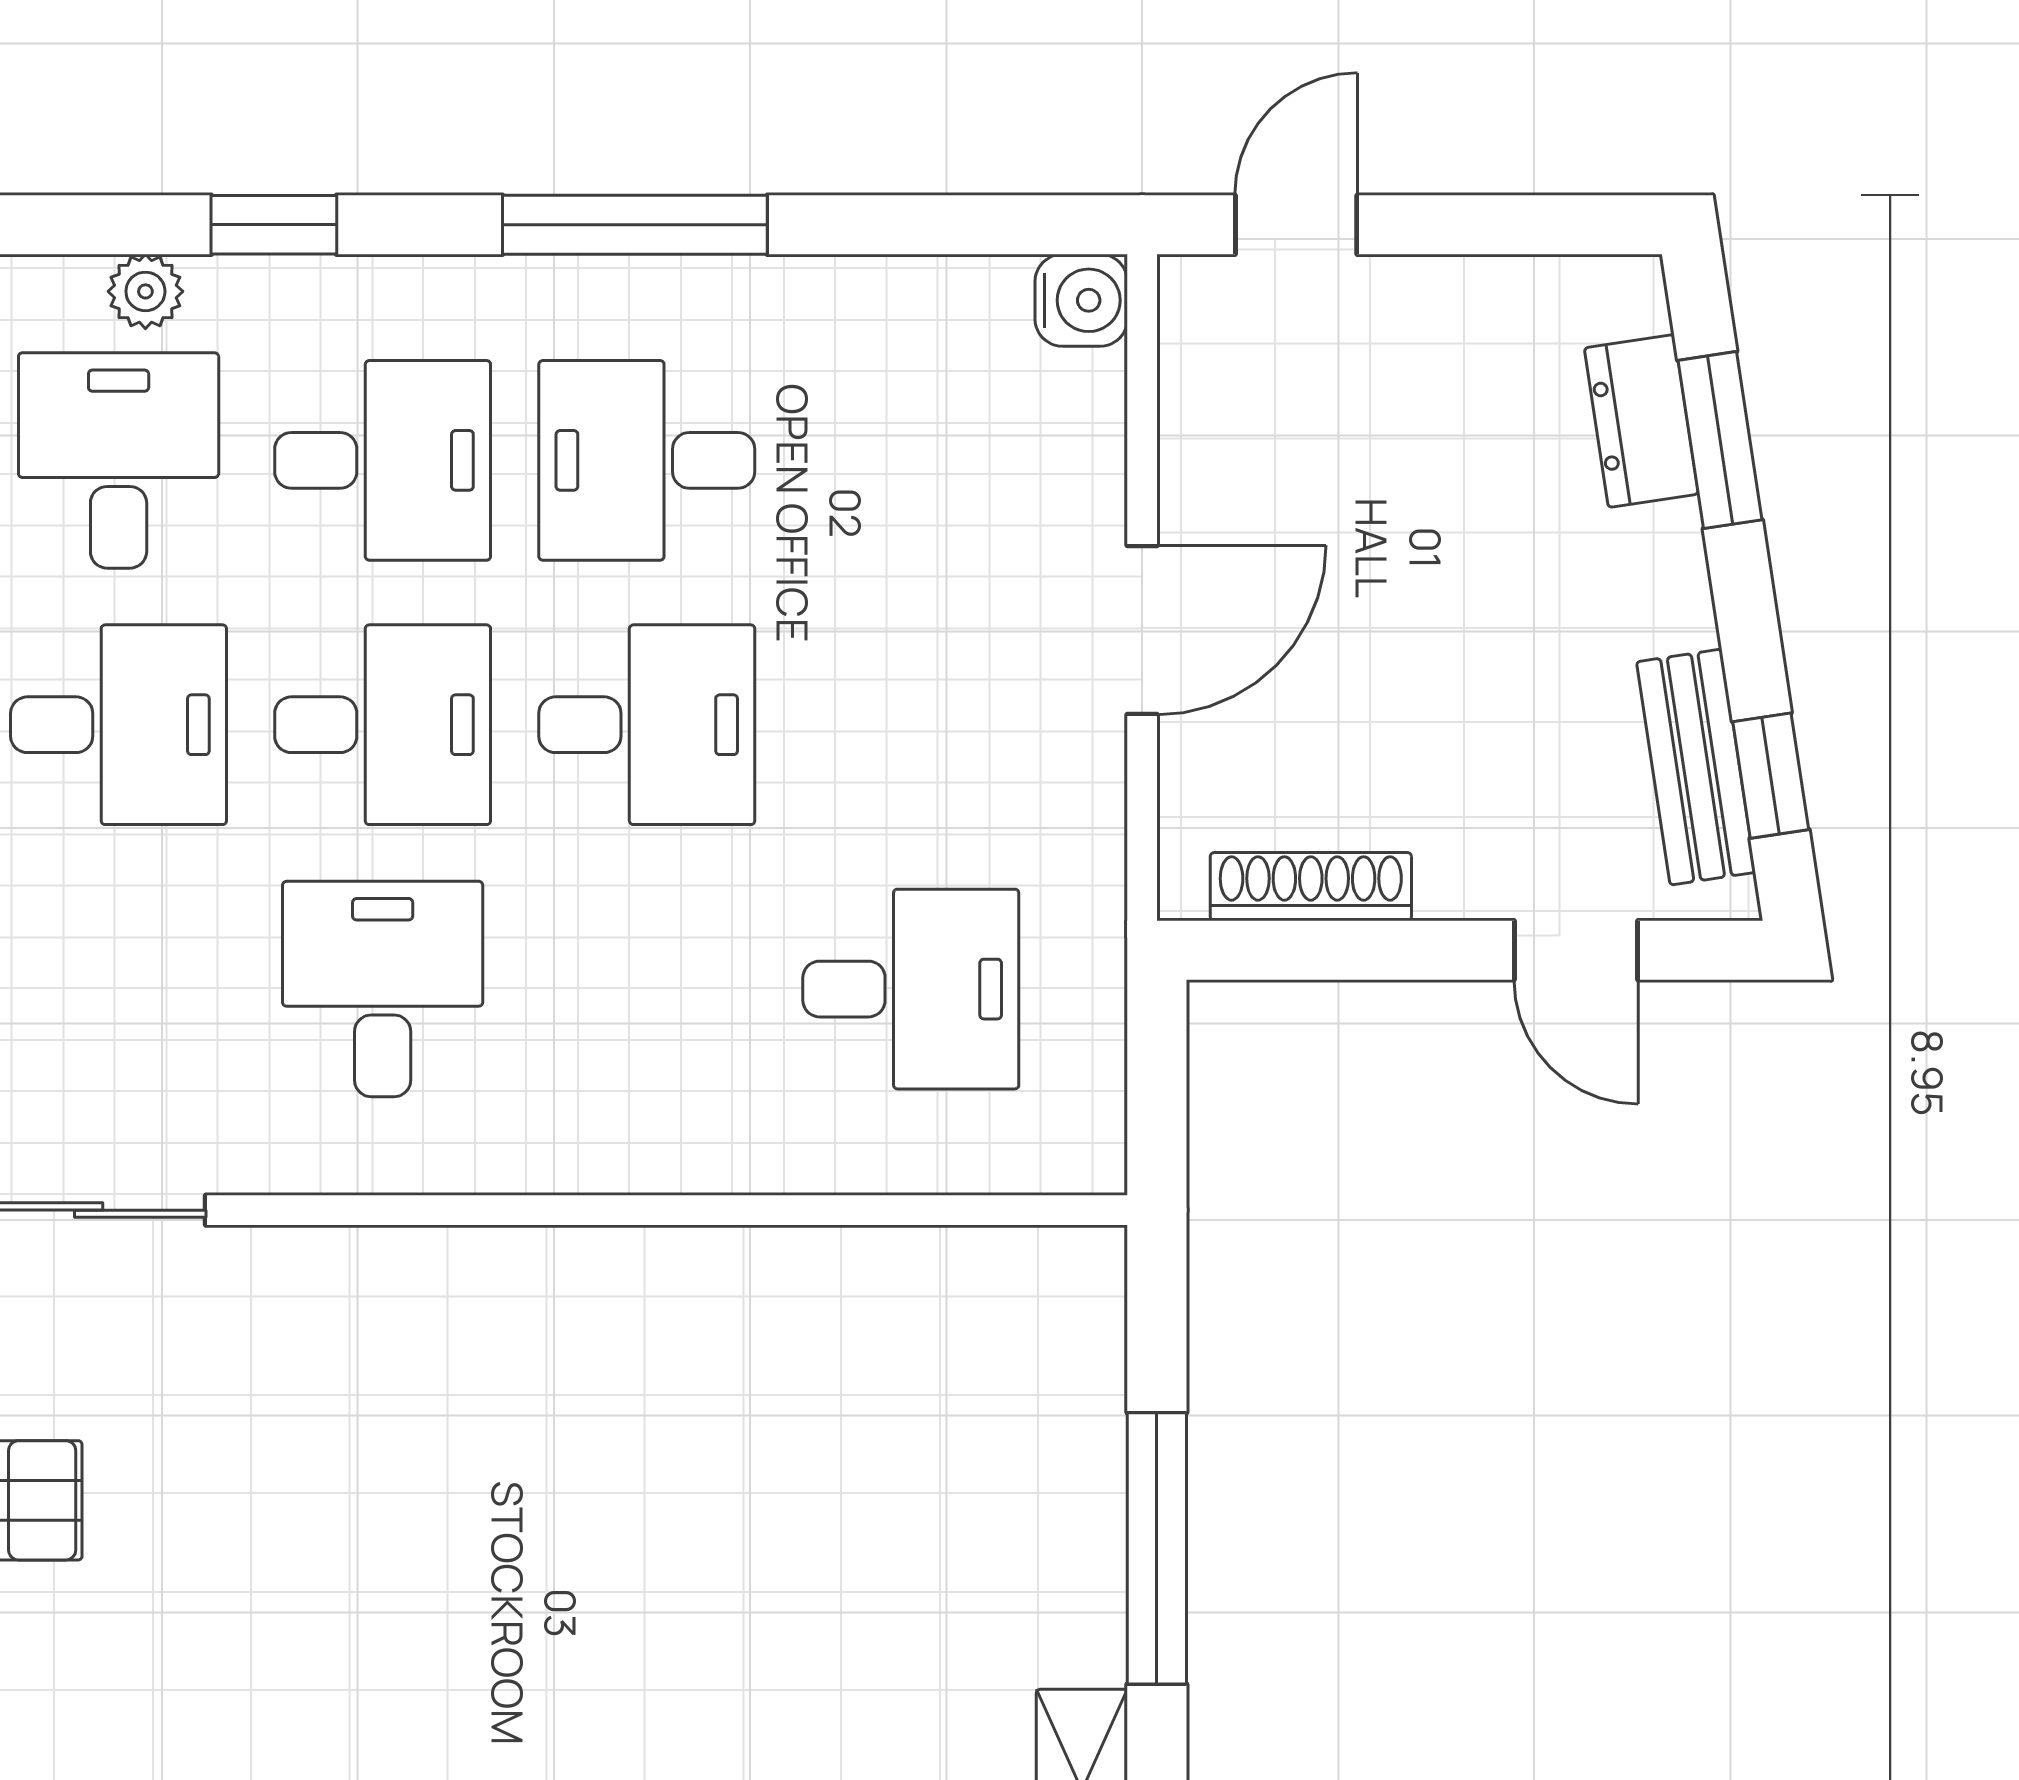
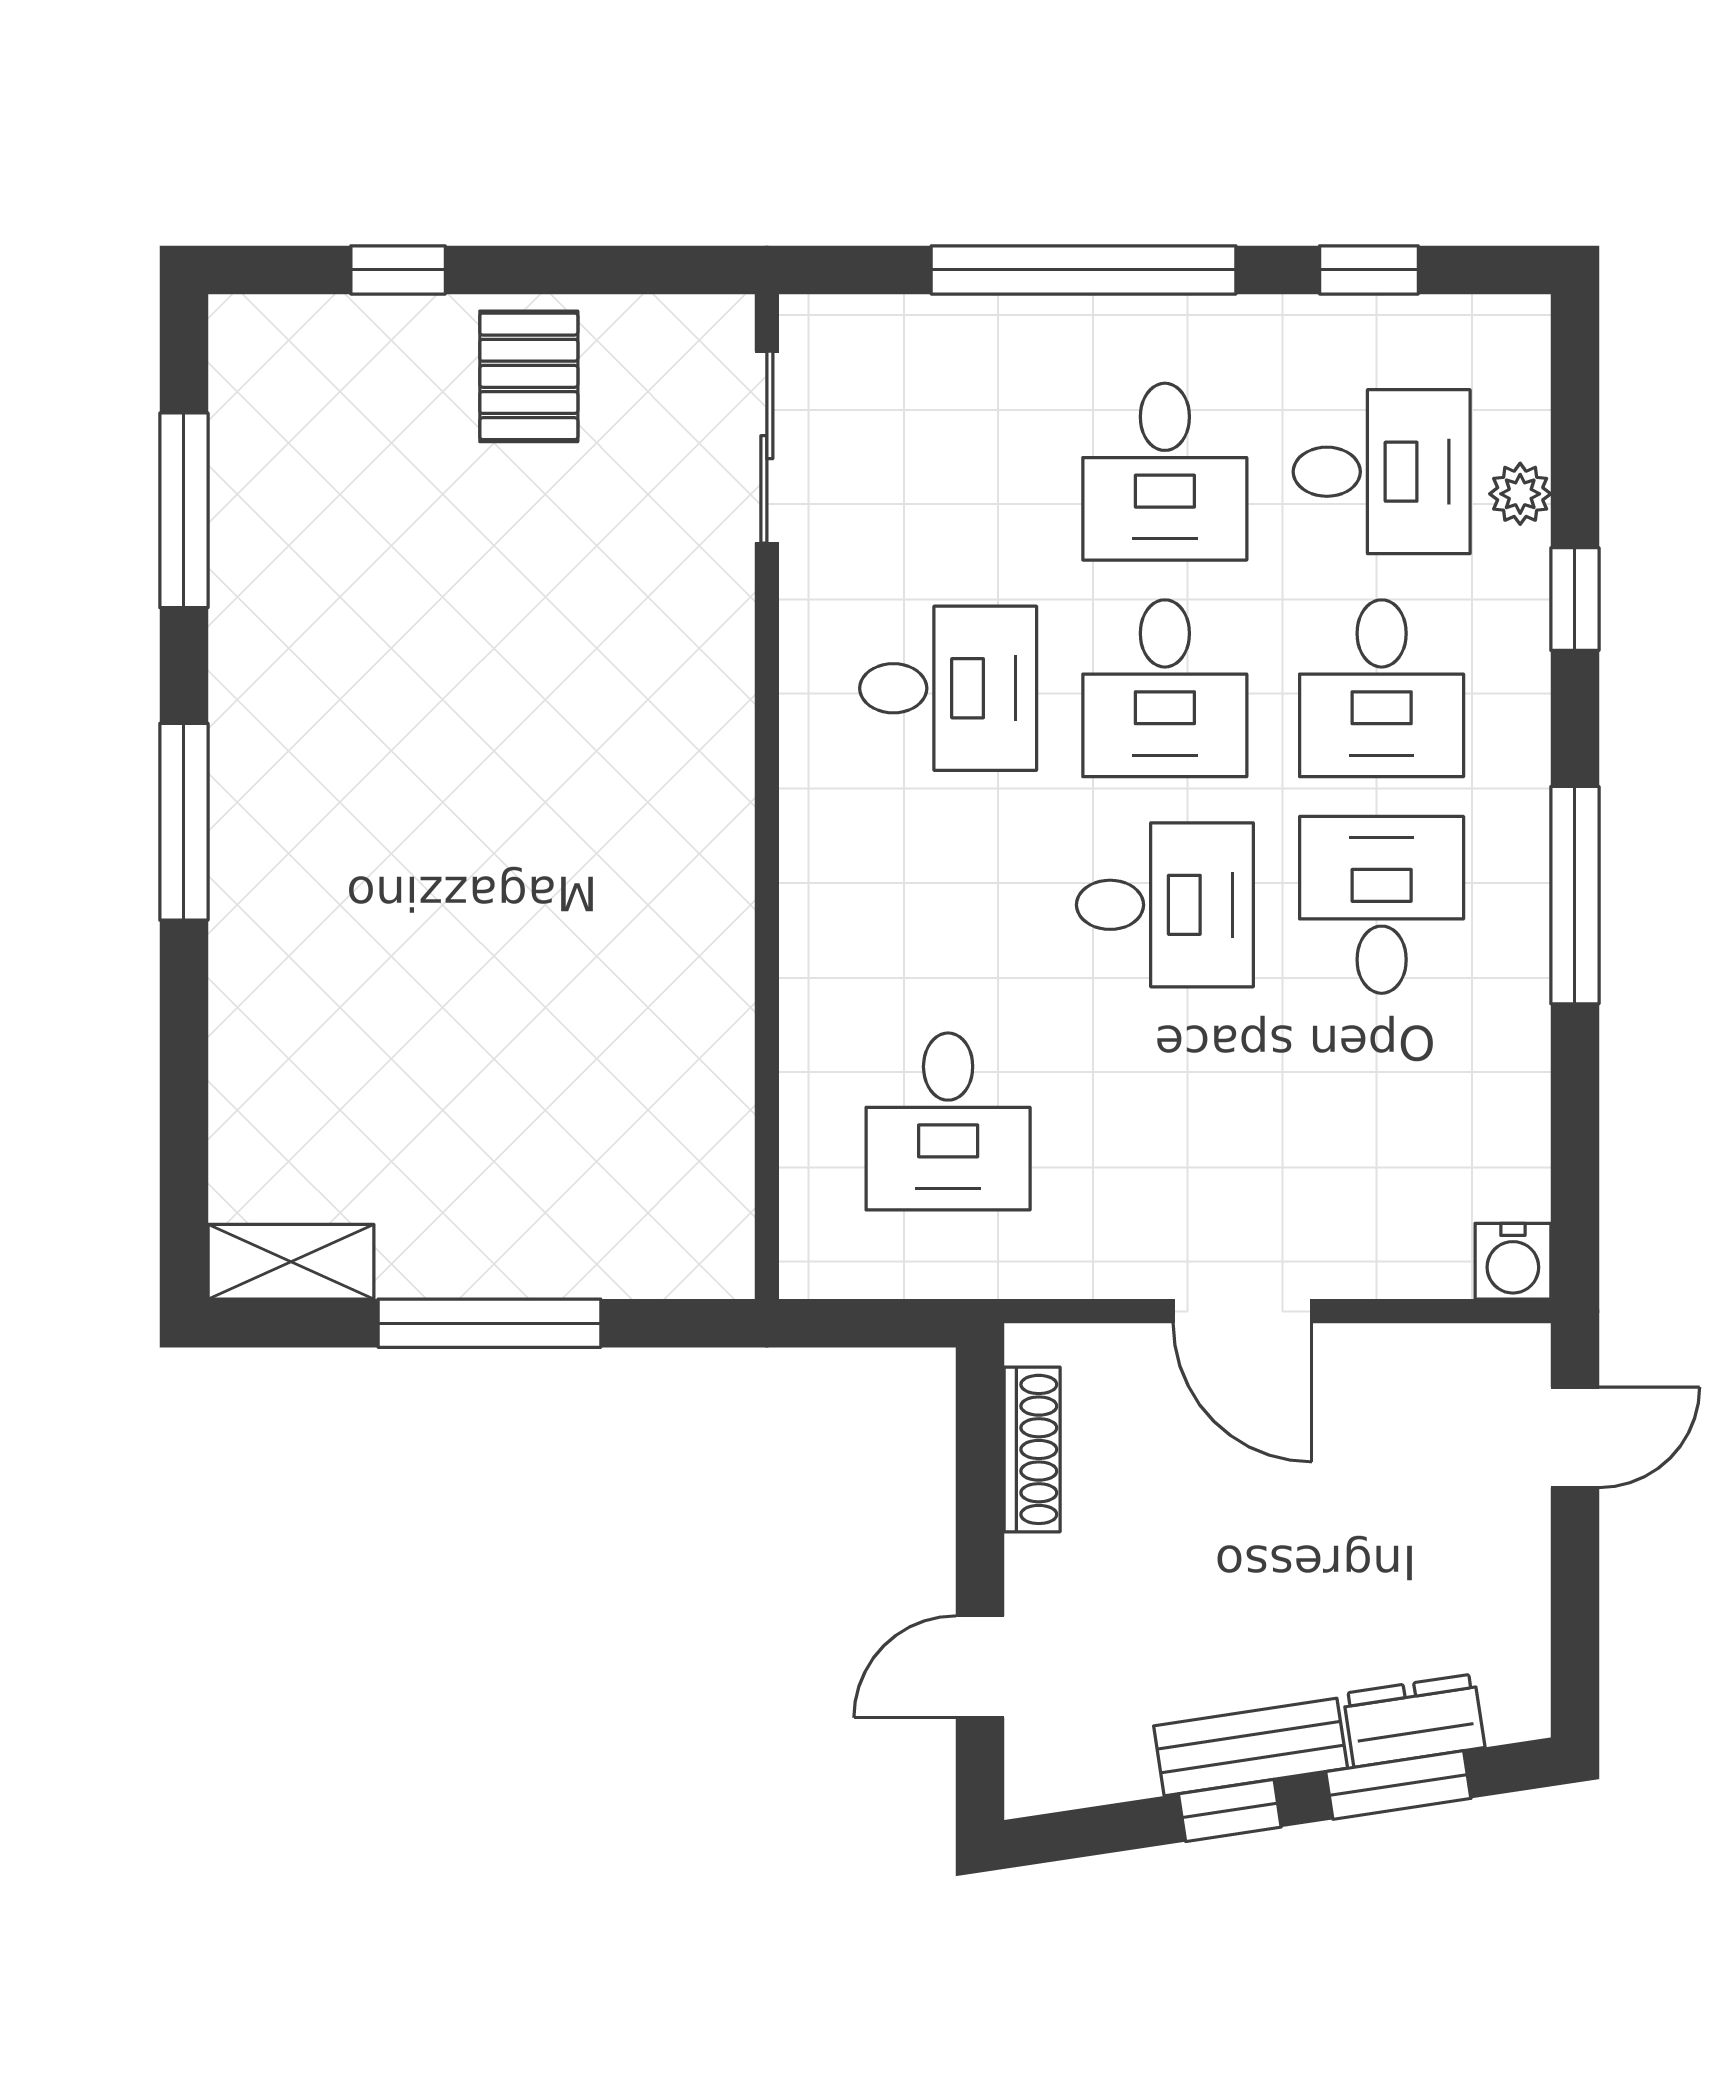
door: (1296, 225) -> (1575, 1437), hinge flipped
desk: (647, 725) -> (1165, 905), turned -90
bench: (1696, 767) -> (1251, 1747), moved
window: (1771, 776) -> (1230, 1810), moved

